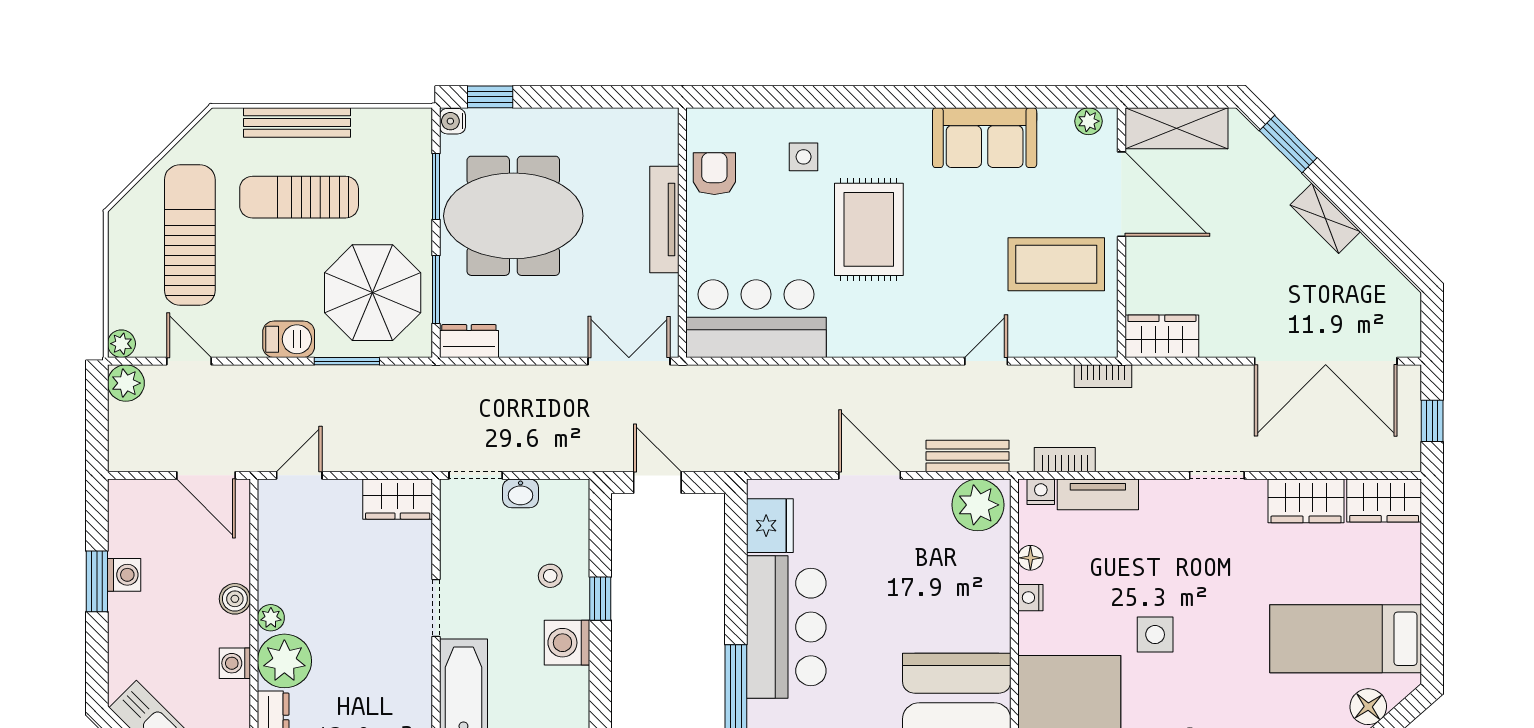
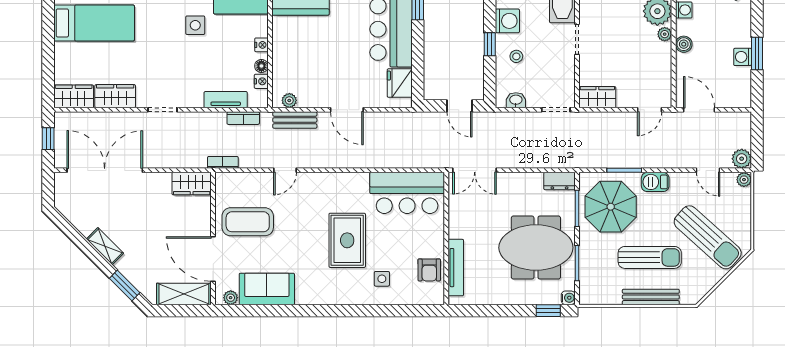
sofa: (985, 138) -> (267, 289), moved
tv unit: (664, 219) -> (456, 268), moved
sun lounger: (190, 235) -> (708, 237), turned -48
nightstand: (1041, 492) -> (261, 81), moved, turned -90
washbasin: (521, 493) -> (516, 100), moved
plant: (978, 505) -> (289, 100), width x0.53, depth x0.53

